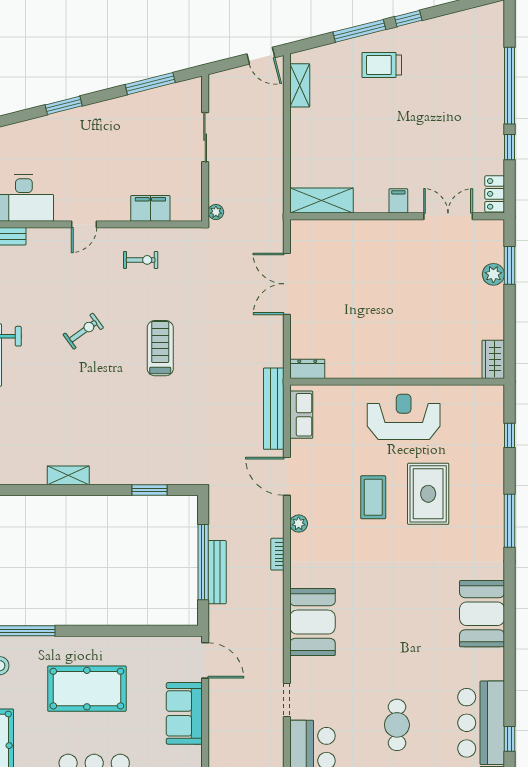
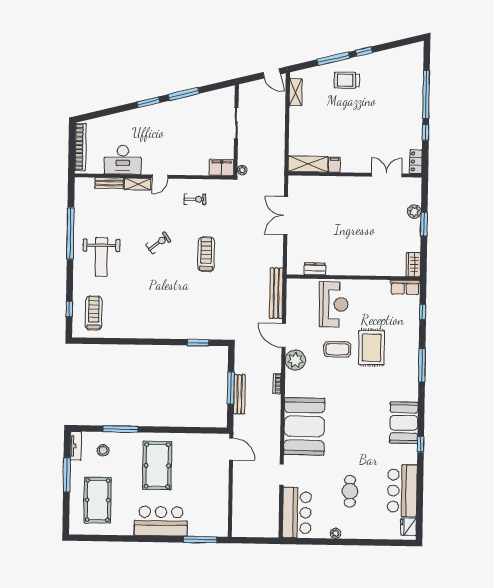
window: (150, 84) -> (184, 94), moved
filing cabinet: (398, 201) -> (334, 165), moved
filing cabinet: (150, 208) -> (221, 168), moved
window: (509, 265) -> (424, 224), moved
dresser: (307, 369) -> (315, 269), moved
row of seats: (301, 415) -> (405, 287), moved, turned 90
reception desk: (404, 417) -> (334, 304), moved, turned 90
shelving: (68, 475) -> (138, 184), moved
coffee table: (373, 497) -> (337, 349), turned 90
plant: (299, 524) -> (295, 360), width x1.88, depth x1.88
window: (203, 562) -> (231, 388), width x0.68
booth: (312, 622) -> (304, 426), width x1.36, depth x1.42
pool table: (87, 689) -> (157, 466), turned 90
sofa: (184, 713) -> (218, 482), removed
window: (509, 739) -> (421, 444), moved

